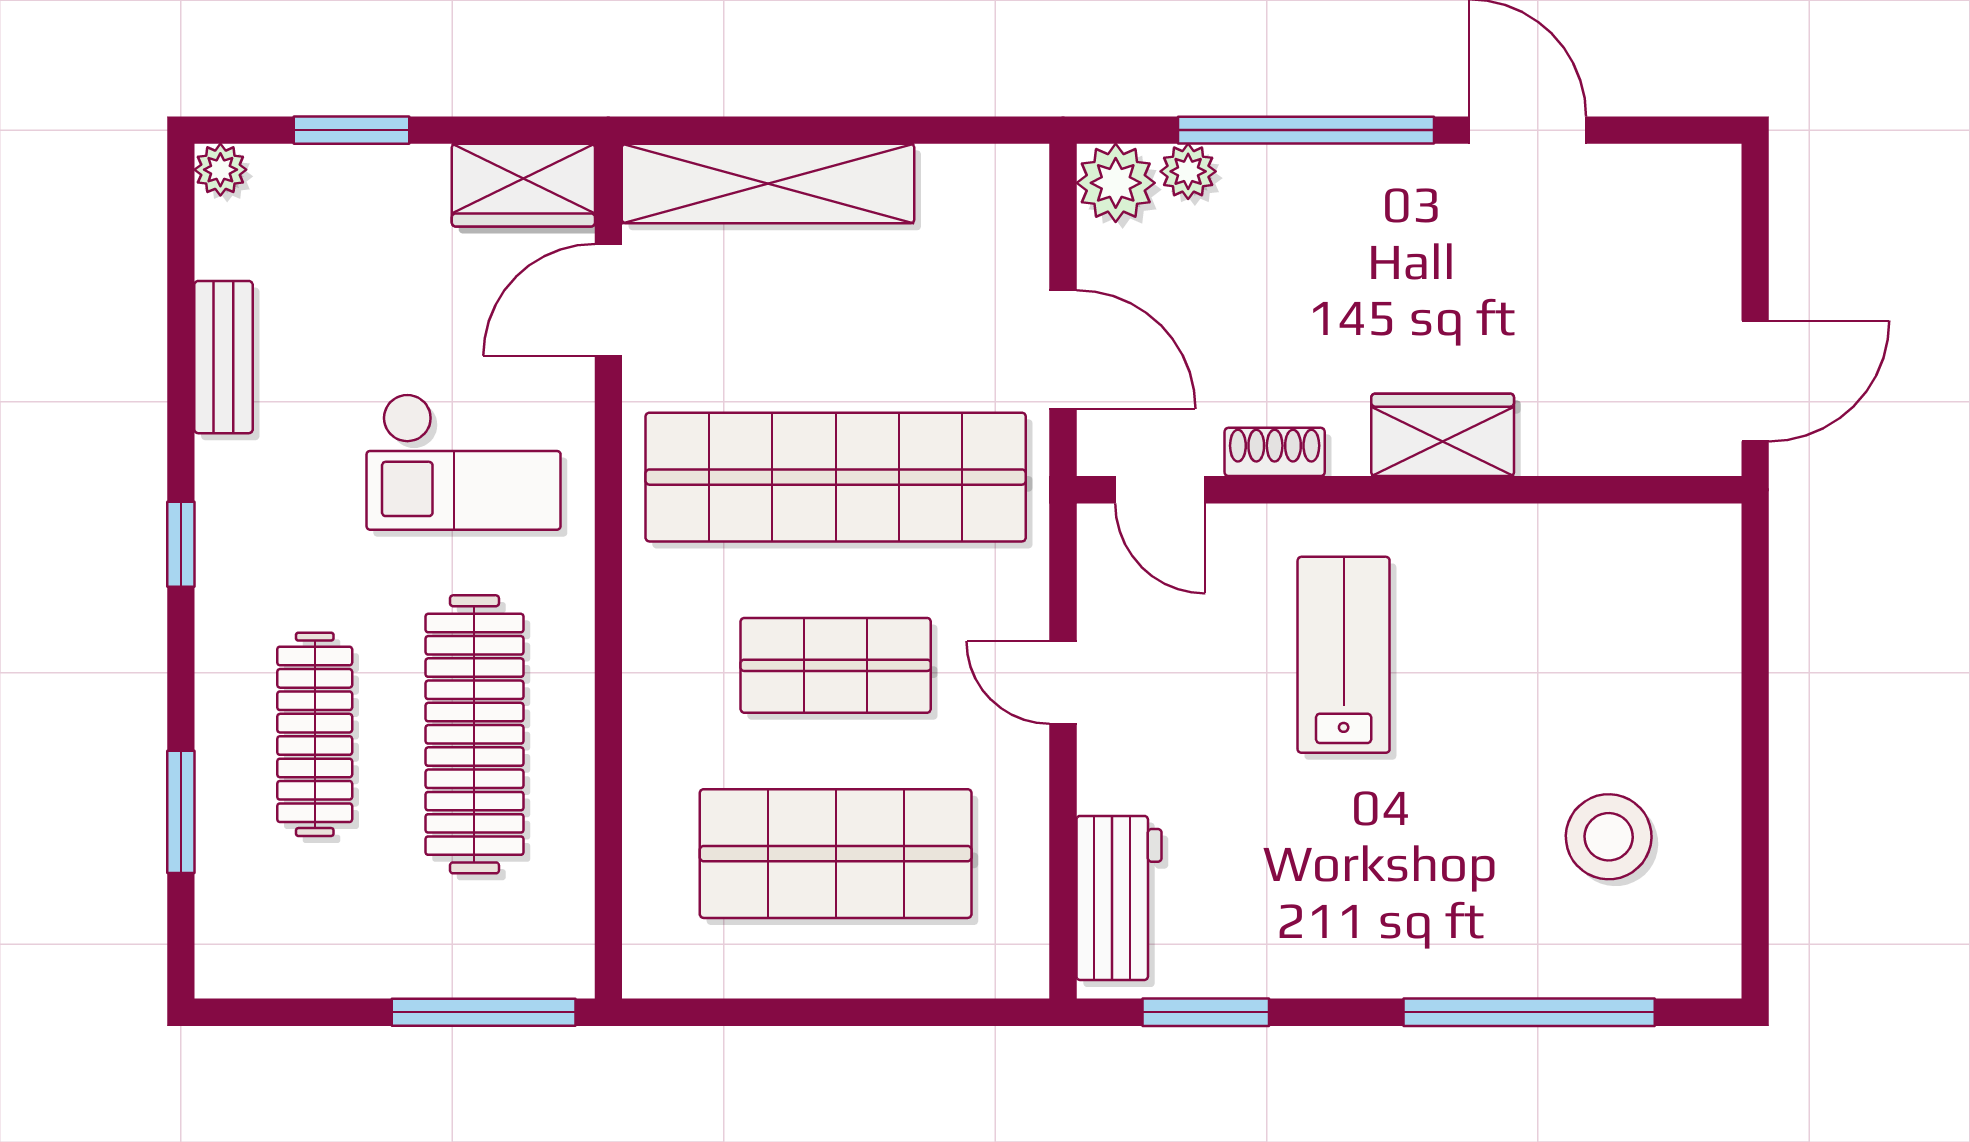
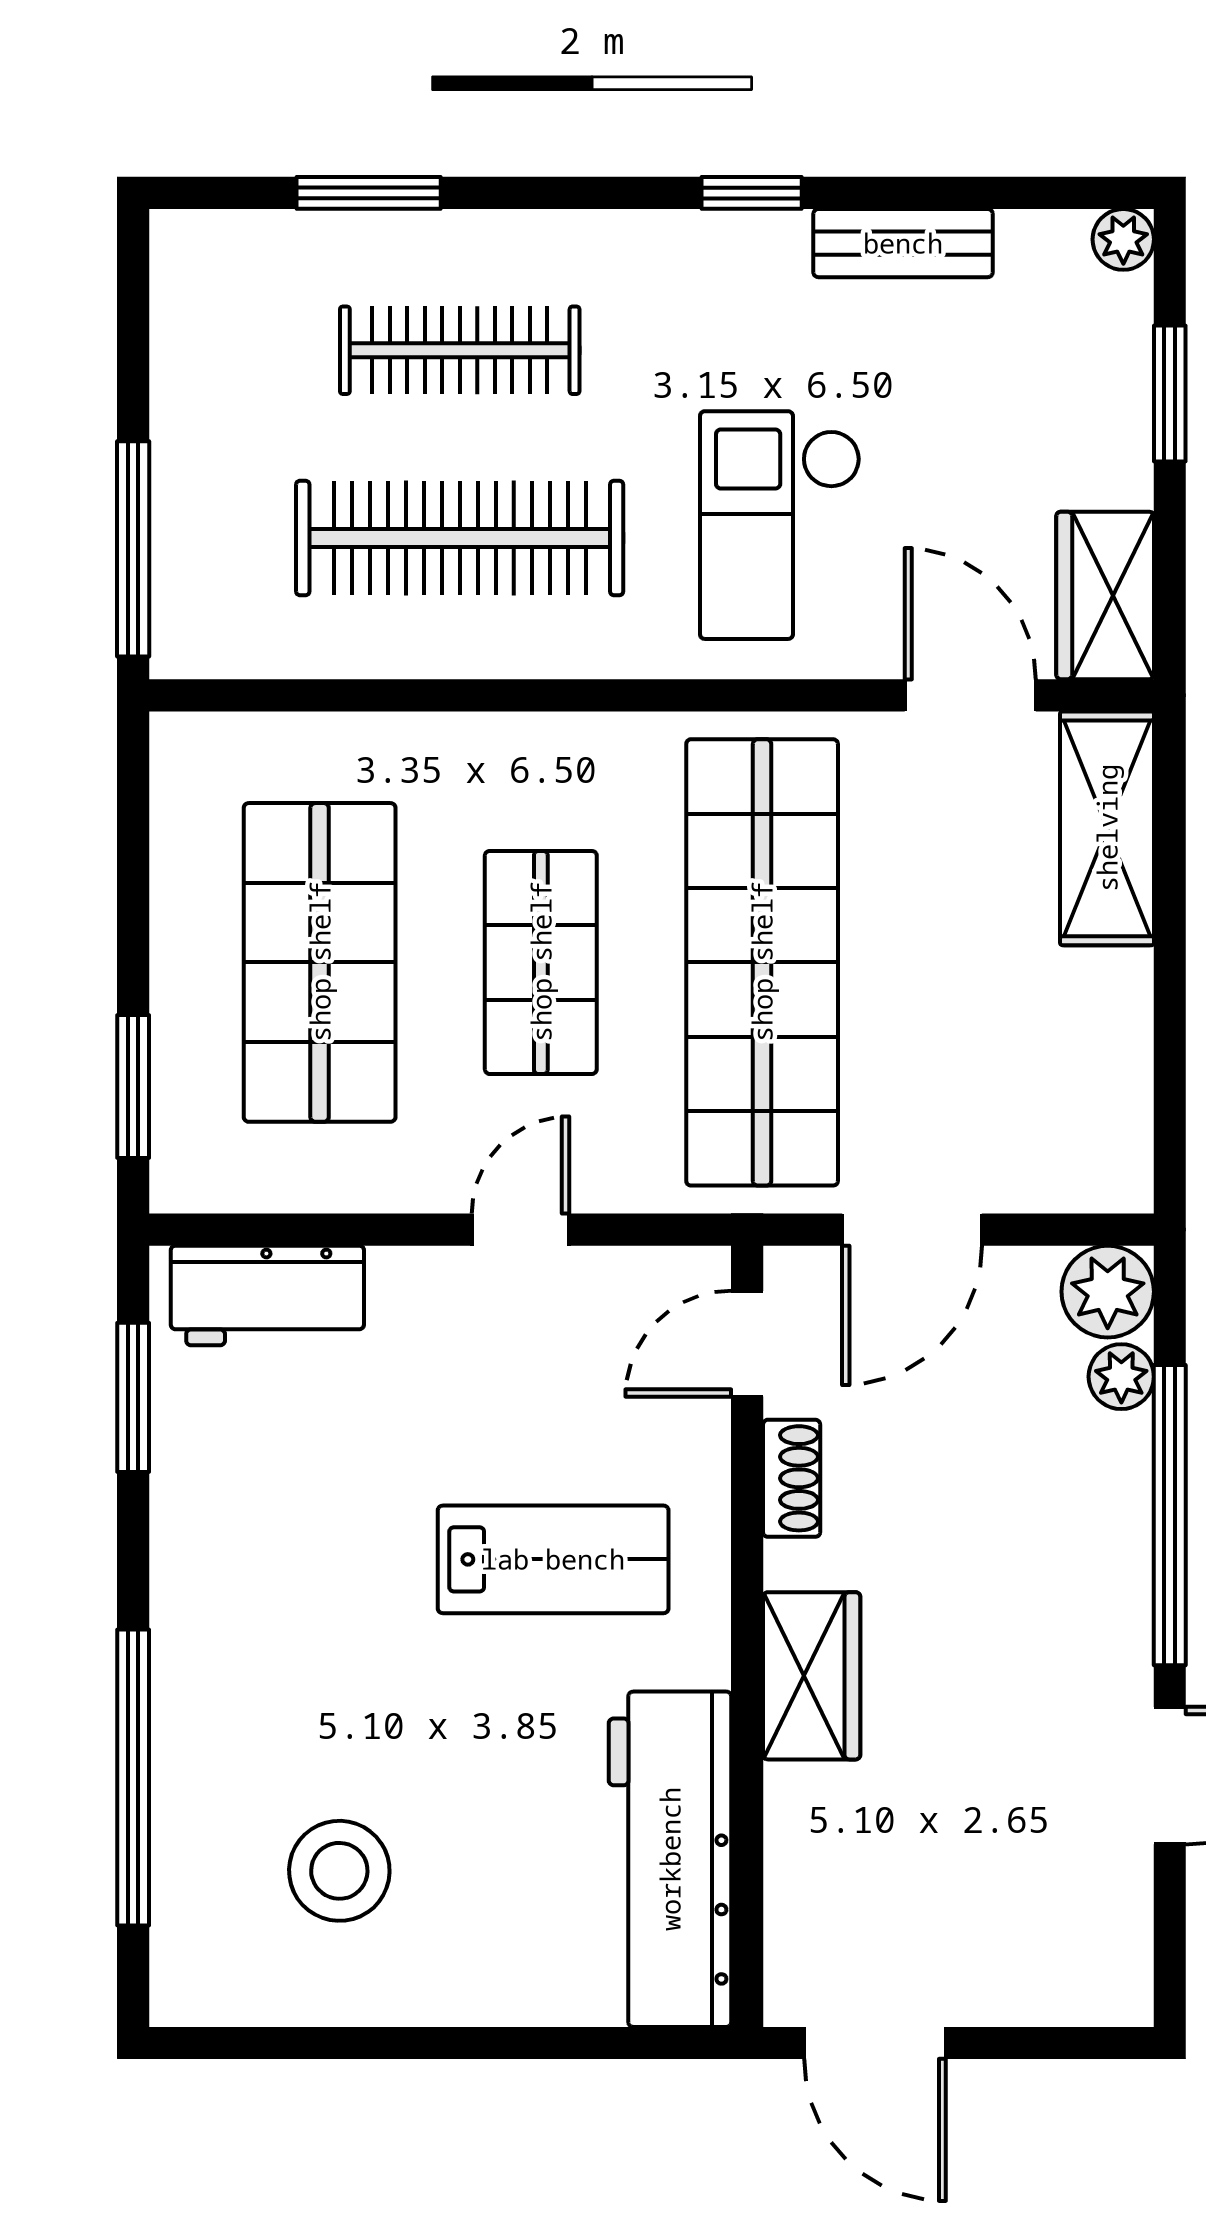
shelving: (768, 184) -> (1107, 828), width x0.68
window: (181, 544) -> (752, 193), moved
workbench: (1599, 555) -> (670, 1859), added
window: (941, 1012) -> (133, 1087), added

